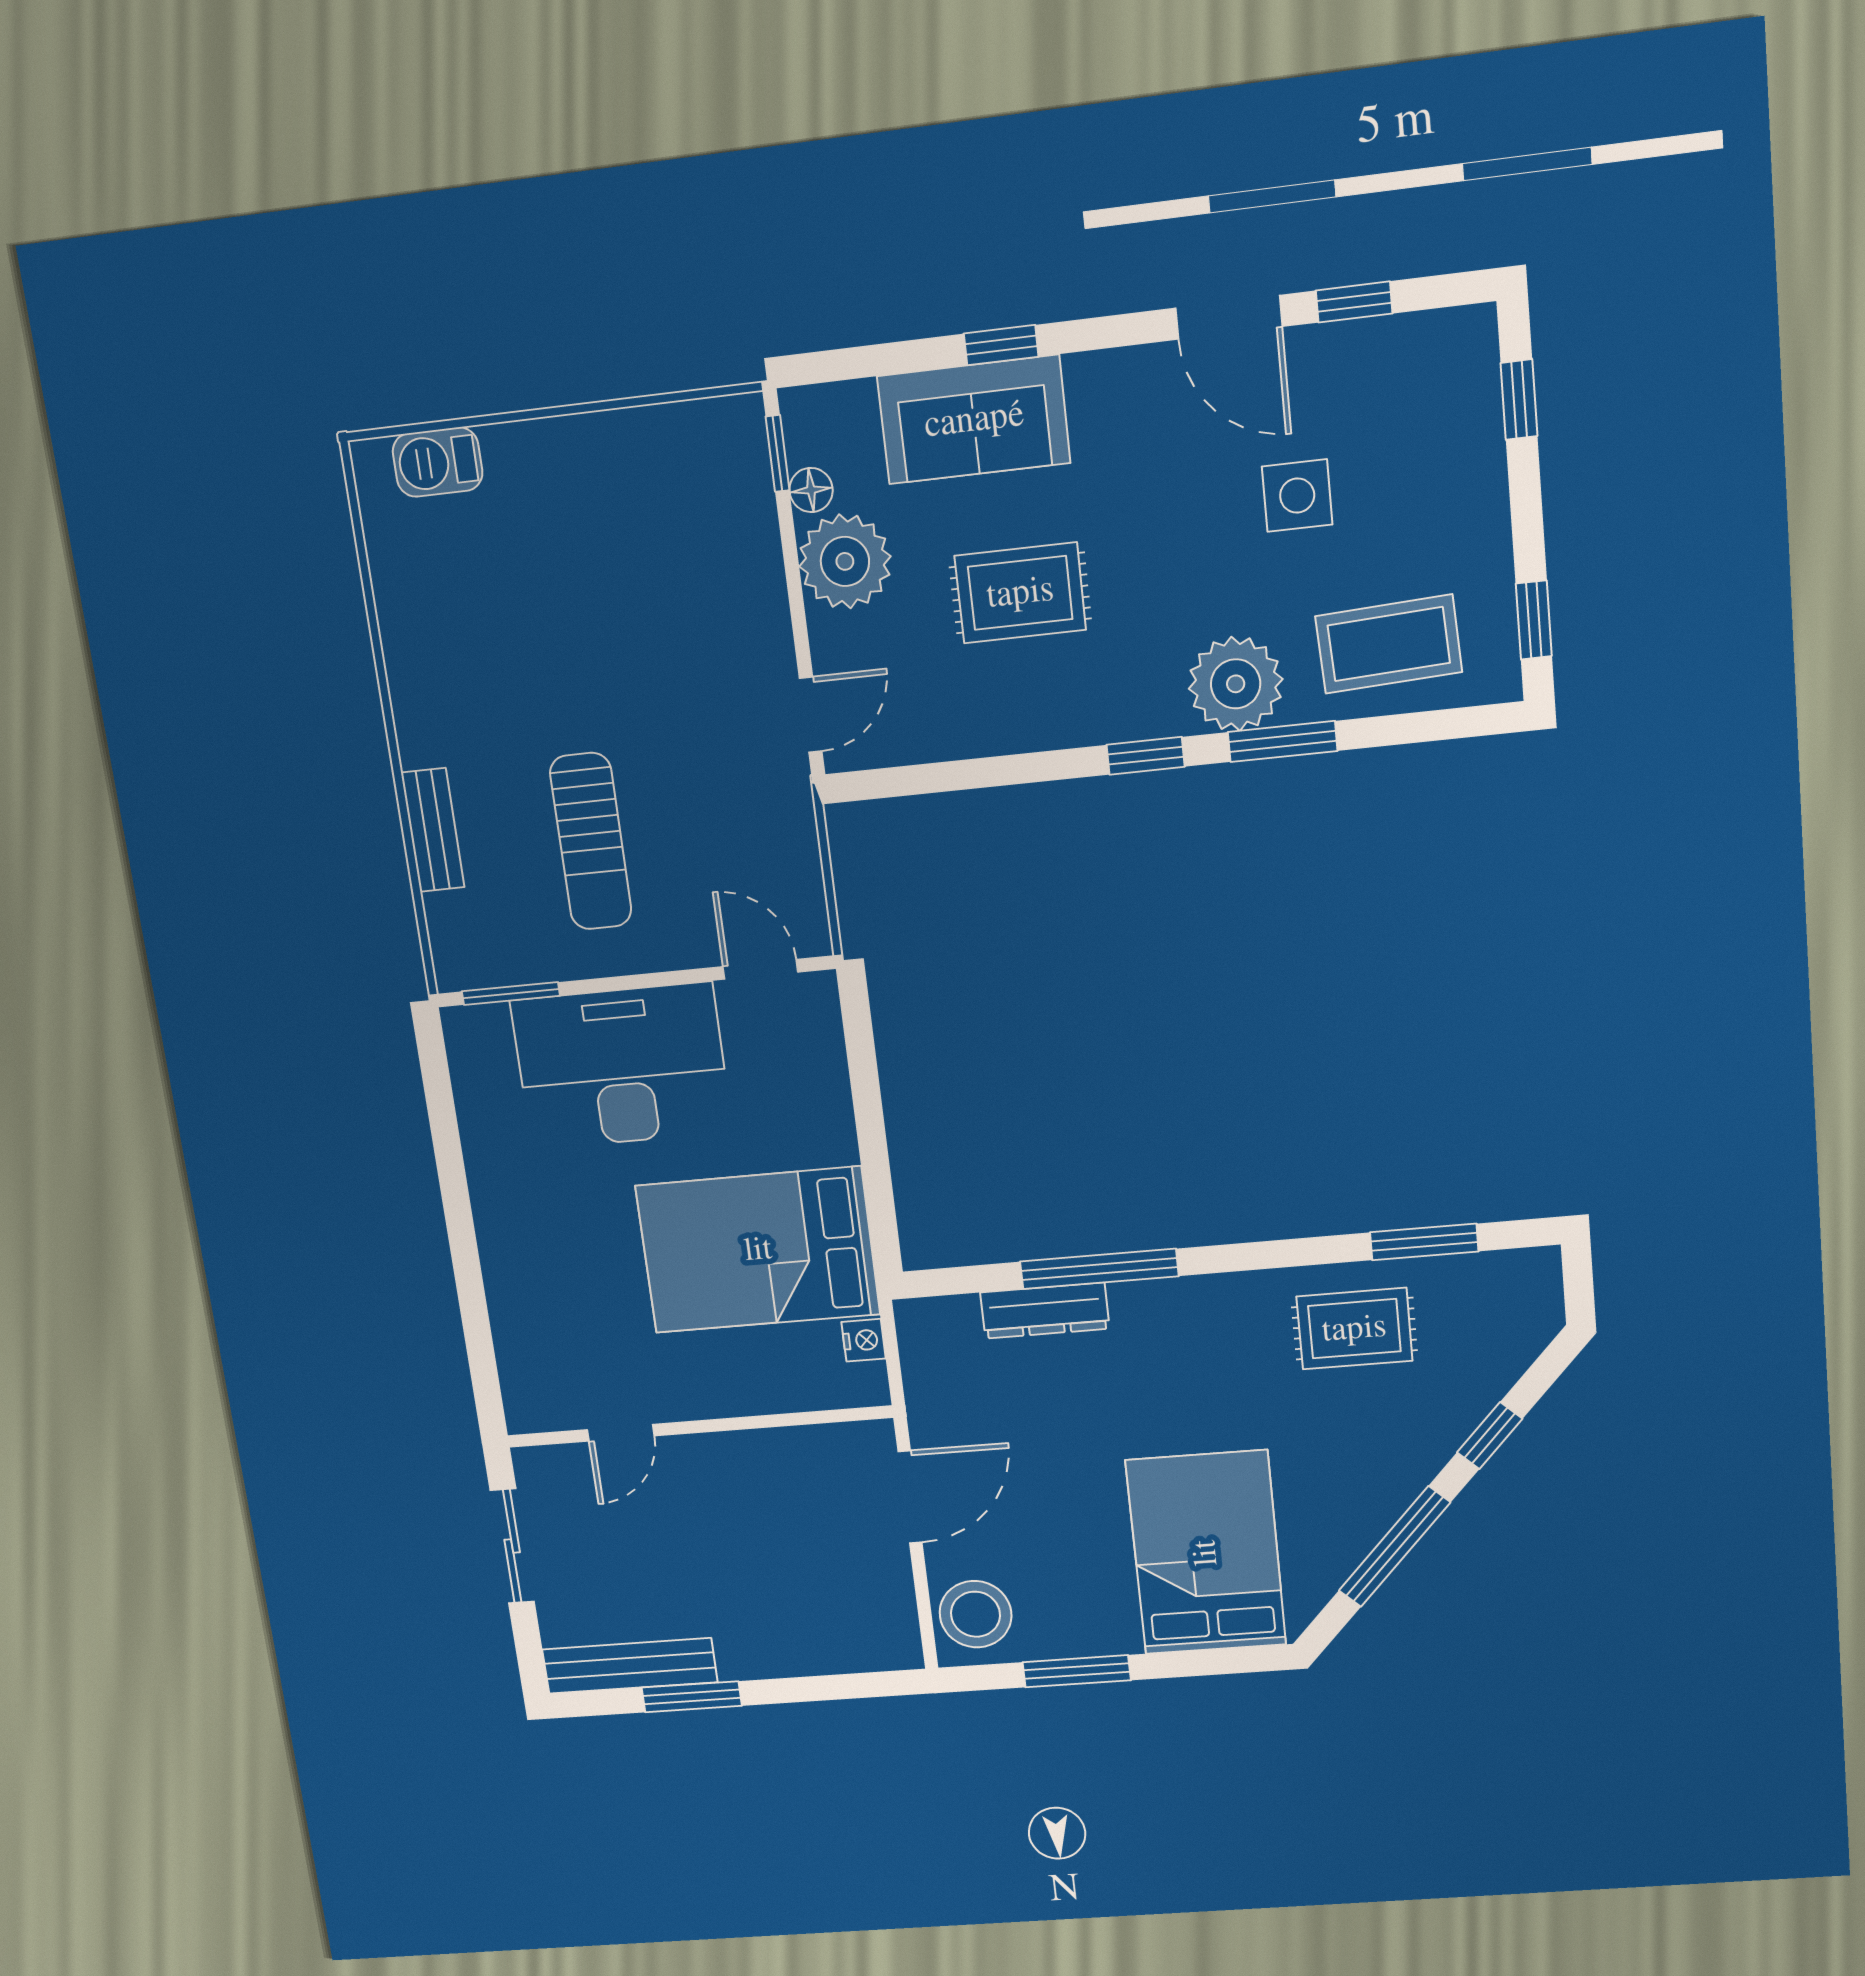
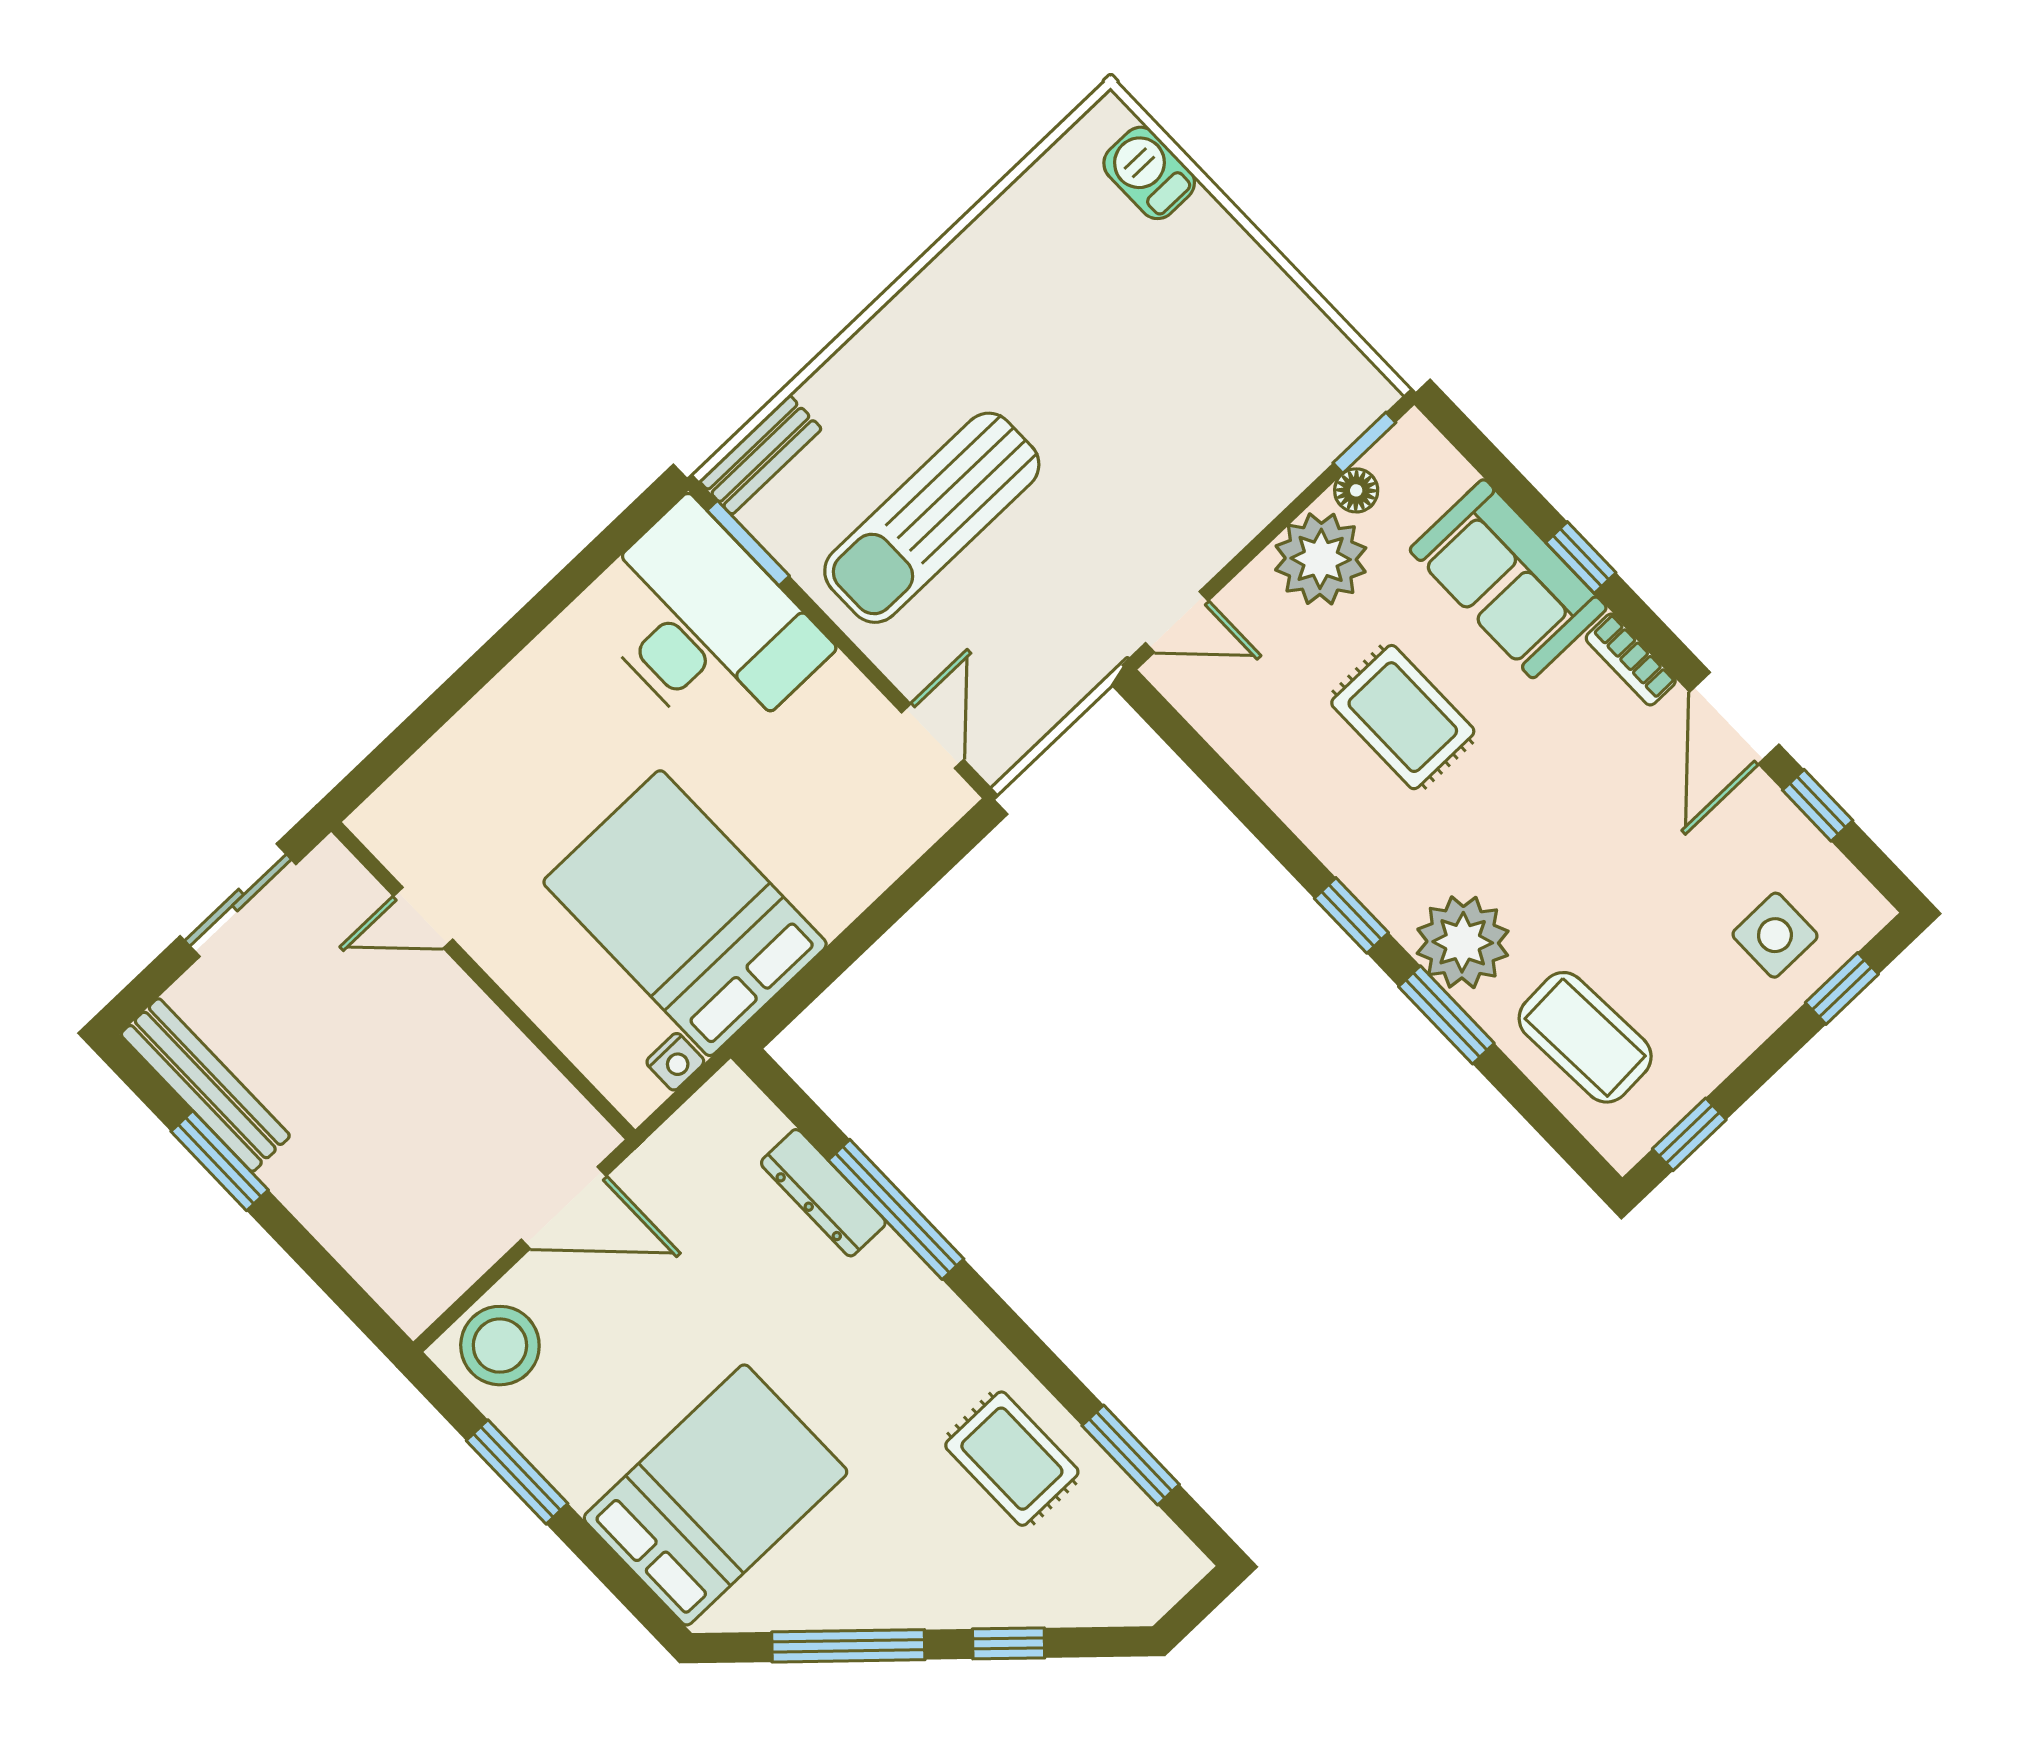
bookcase: (1115, 368) -> (1631, 659), added
side table: (1297, 496) -> (1775, 935), moved
bench: (433, 830) -> (760, 455), moved
sun lounger: (591, 841) -> (932, 518), width x1.36, depth x1.34
desk: (621, 1066) -> (704, 626), moved

